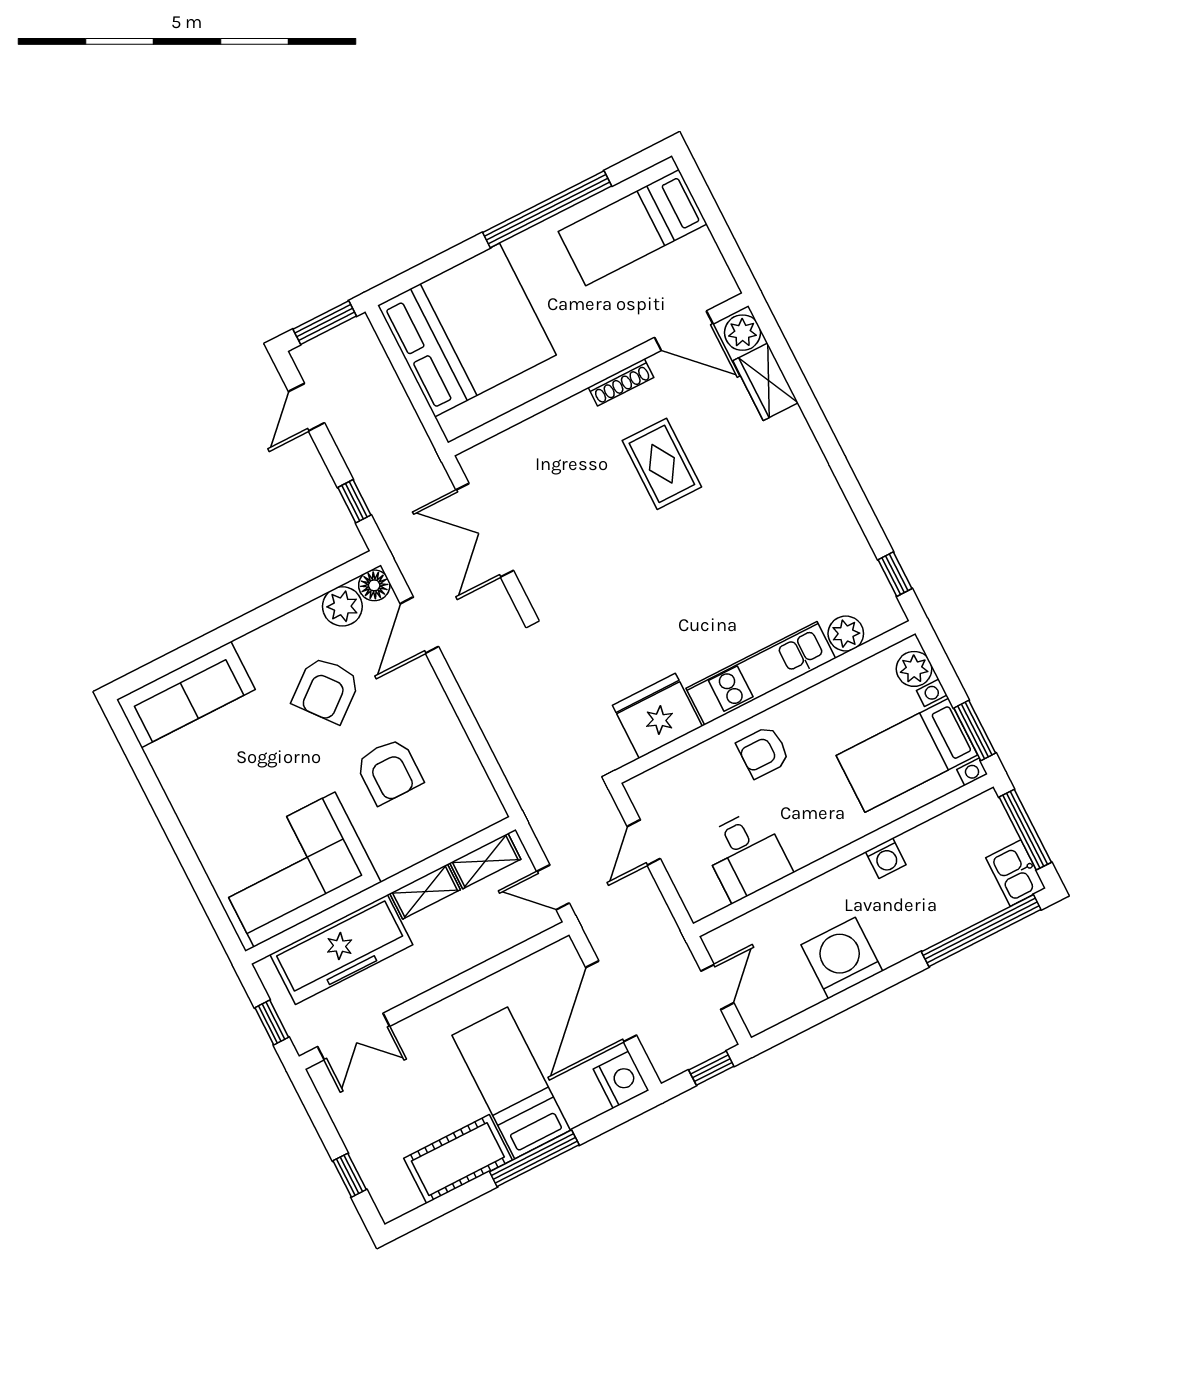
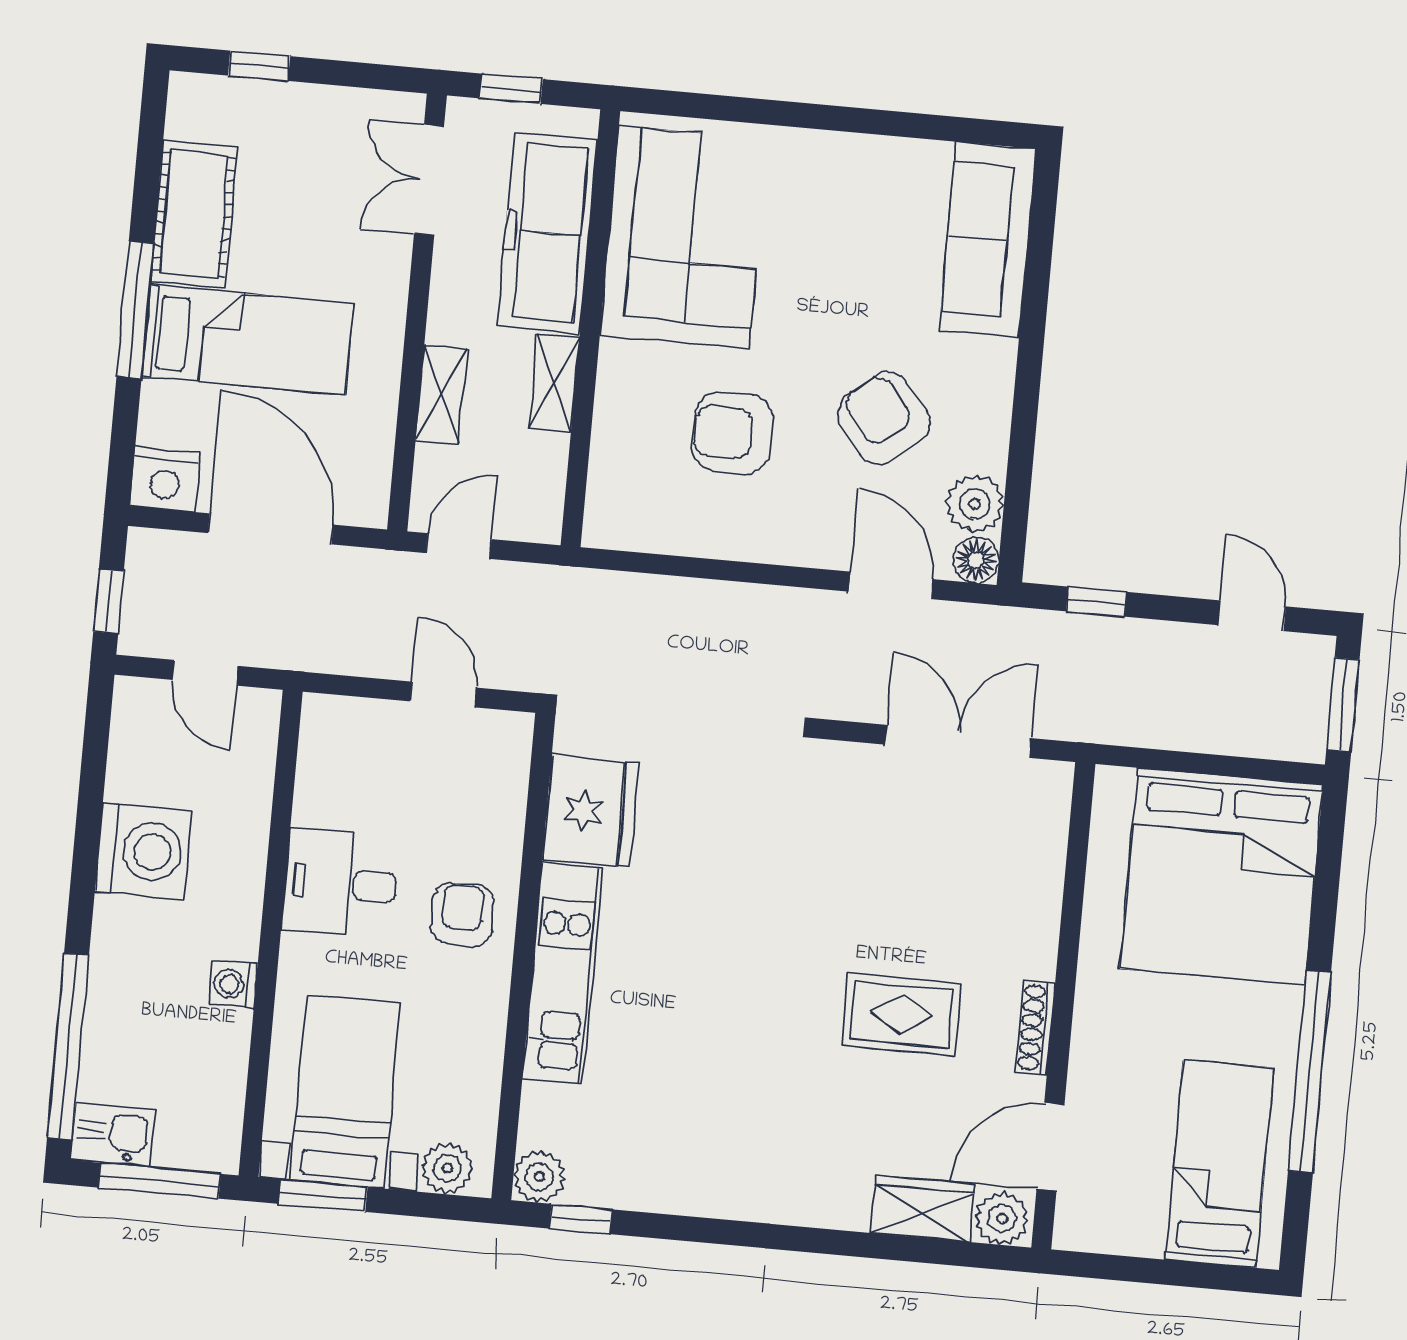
plant: (846, 634) -> (539, 1177), moved
desk: (746, 855) -> (341, 883), moved
shelving: (485, 861) -> (441, 394), moved

